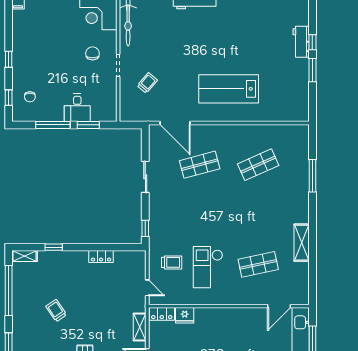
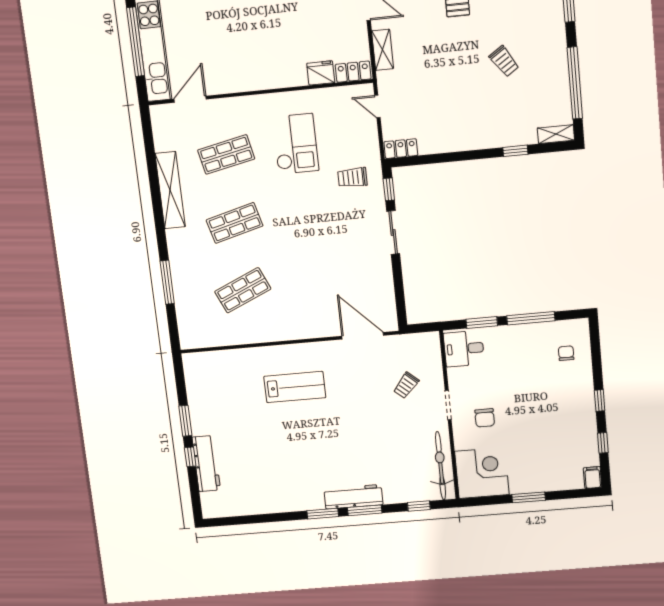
workbench: (301, 42) -> (206, 464), width x1.38
lab bench: (229, 89) -> (295, 387), width x0.73, depth x0.72
window: (9, 98) -> (603, 443), moved
desk: (77, 108) -> (464, 349), moved, turned -90
shop shelf: (200, 165) -> (235, 223), moved
sliding door: (145, 177) -> (393, 232), moved
shelving: (302, 243) -> (170, 190), width x1.47
locker: (101, 256) -> (401, 149), moved
trolley: (172, 262) -> (352, 178), moved

